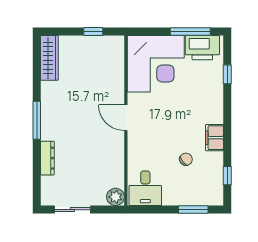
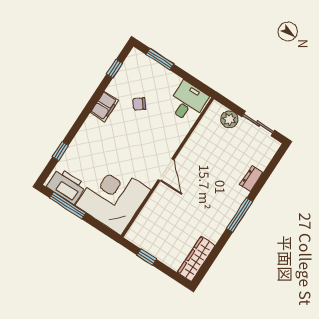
dresser: (47, 158) -> (251, 179), width x0.70
plant: (115, 197) -> (229, 119), moved

